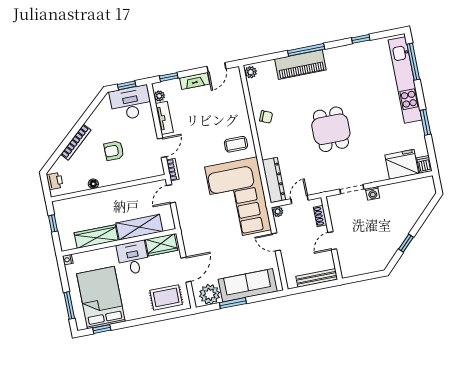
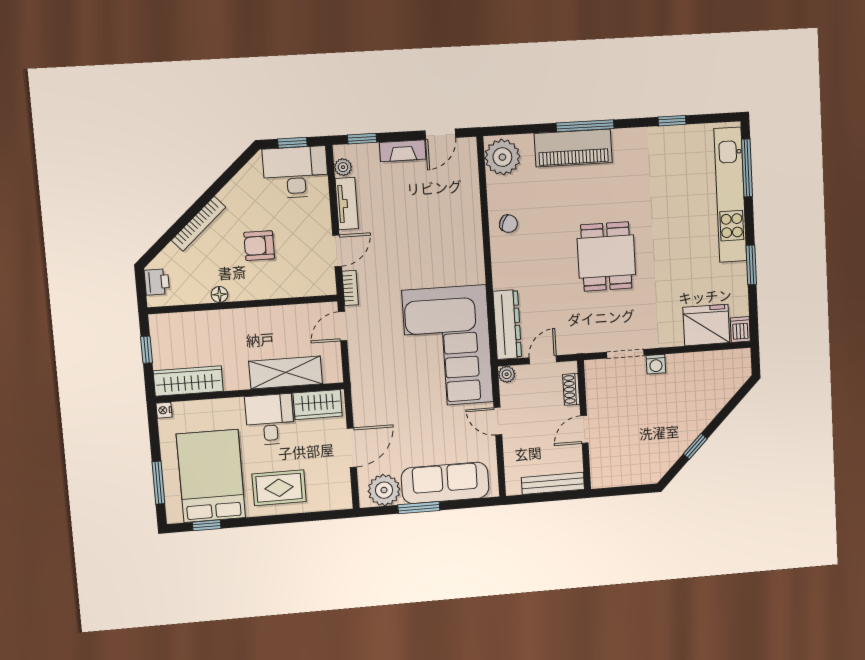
plant: (251, 72) -> (502, 157), width x1.88, depth x1.88
coffee table: (236, 144) -> (455, 261), removed
wardrobe: (96, 237) -> (188, 381), moved
rug: (166, 297) -> (279, 488), moved

